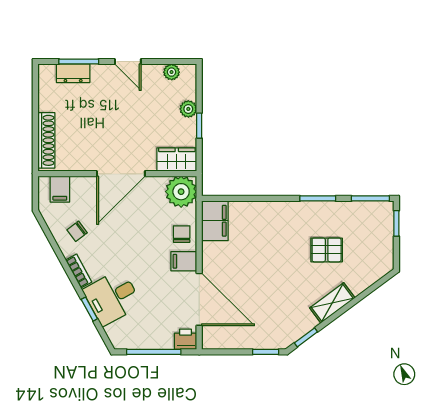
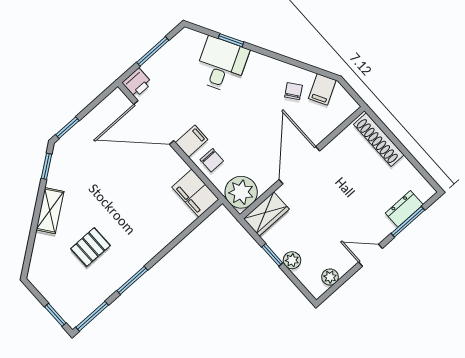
filing cabinet: (60, 189) -> (322, 89), moved, turned -119
bookcase: (79, 271) -> (265, 62), removed
window: (154, 352) -> (153, 51), width x0.69

